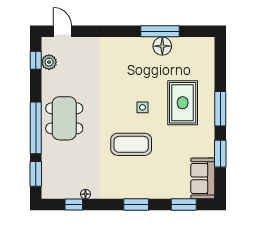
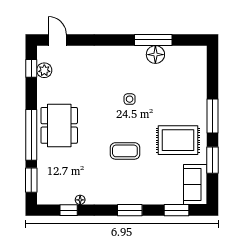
rug: (183, 103) -> (178, 140), moved, turned 90
side table: (143, 107) -> (130, 99), moved
coffee table: (131, 144) -> (125, 151), width x0.73, depth x0.76

